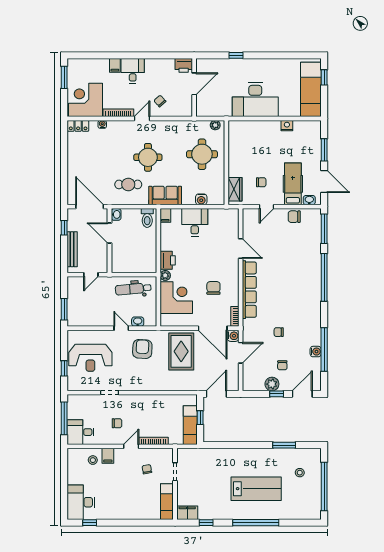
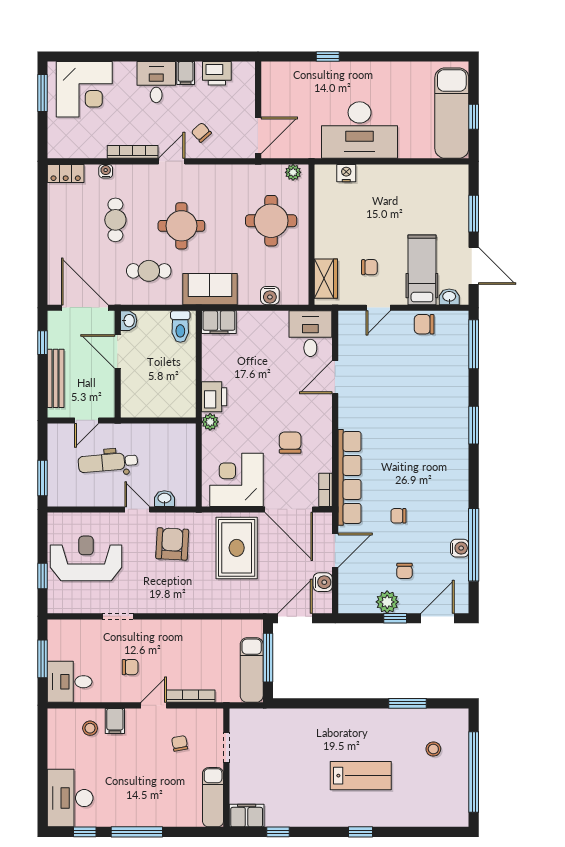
filing cabinet: (115, 65) -> (186, 73), moved
printer: (184, 65) -> (217, 73), moved
window: (324, 77) -> (474, 117), moved
door: (194, 84) -> (258, 135), moved
corner desk: (85, 100) -> (84, 89), moved, turned 180
nightstand: (287, 126) -> (346, 173), moved
cafe table: (108, 154) -> (115, 220), added
filing cabinet: (165, 215) -> (219, 322), width x2.00
desk: (195, 222) -> (310, 334), moved
door: (241, 249) -> (335, 377), swing flipped
window: (324, 277) -> (474, 425), width x0.47
dental chair: (133, 289) -> (108, 462), moved
row of seats: (249, 290) -> (350, 477), moved
corner desk: (176, 298) -> (236, 480), moved, turned -90
water cooler: (233, 336) -> (323, 582), moved
reception desk: (90, 358) -> (86, 558), turned 180
window: (64, 418) -> (42, 659), width x0.69
window: (200, 418) -> (268, 658), width x2.17
lab bench: (256, 489) -> (361, 776), width x0.73, depth x0.72
window: (121, 523) -> (137, 832), added
window: (256, 523) -> (360, 832), width x0.32

